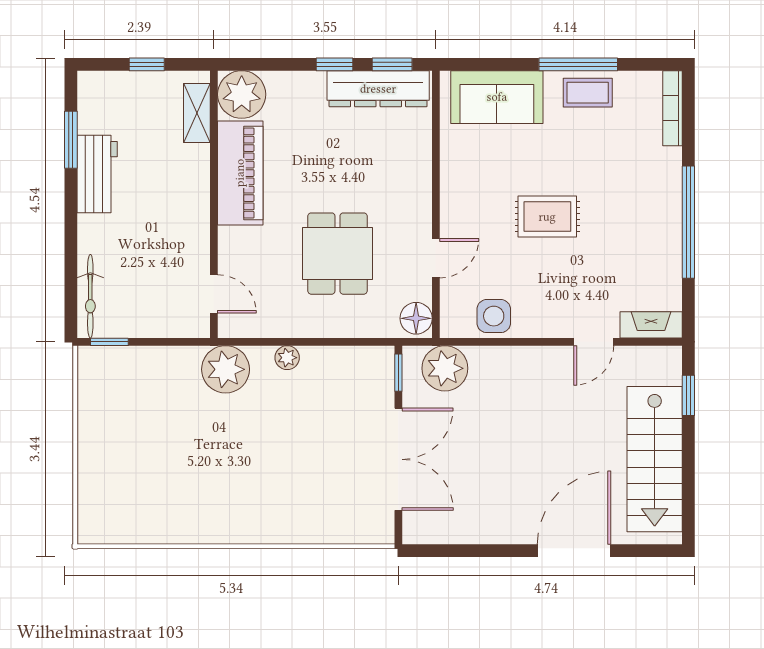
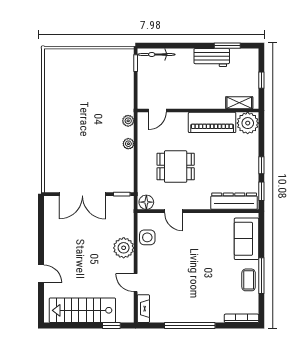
dresser: (378, 89) -> (234, 201), moved, turned 90
rug: (547, 217) -> (192, 262), removed
plant: (445, 368) -> (124, 248), moved
plant: (226, 369) -> (128, 121), width x0.53, depth x0.53
door: (574, 551) -> (41, 274), width x0.53

